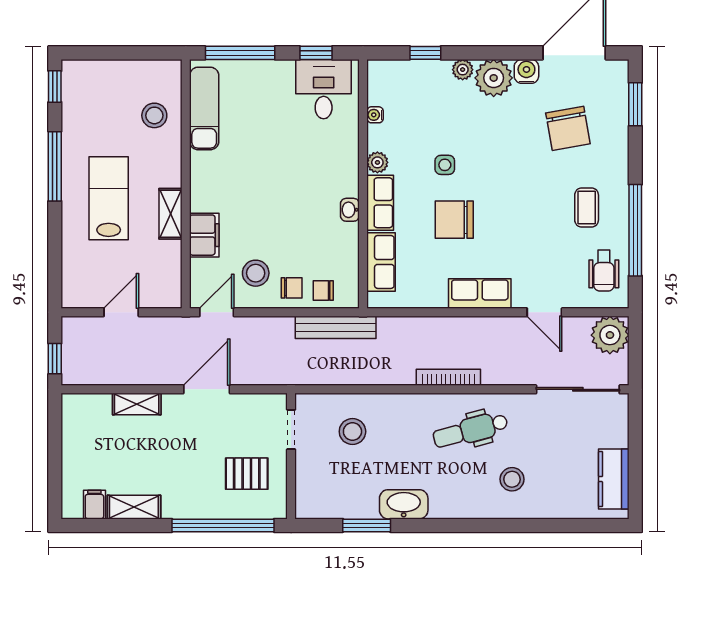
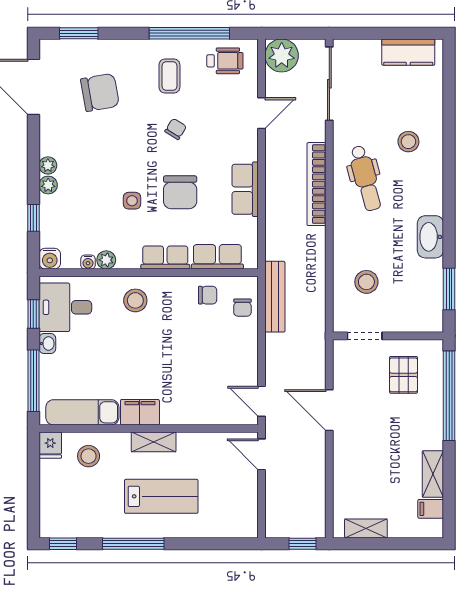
water cooler: (526, 71) -> (50, 259), moved, turned -90
fridge: (167, 72) -> (50, 445), added
plant: (494, 78) -> (48, 165), width x0.53, depth x0.53
plant: (377, 162) -> (106, 260), moved
lab bench: (109, 198) -> (161, 496), turned 180
coffee table: (587, 208) -> (169, 76), turned 90
washbasin: (350, 210) -> (47, 344), moved, turned -90
shelving: (171, 214) -> (154, 442), moved
chair: (526, 215) -> (176, 129), added
filing cabinet: (204, 235) -> (140, 412), moved
stool: (256, 273) -> (135, 300), moved
chair: (292, 288) -> (208, 295), moved, turned 90
row of seats: (480, 294) -> (245, 189), moved
door: (121, 312) -> (262, 454), moved
bookcase: (448, 377) -> (316, 184), width x1.48, depth x1.31
shelving: (137, 404) -> (366, 528), moved, turned 90
window: (367, 525) -> (449, 289), moved

